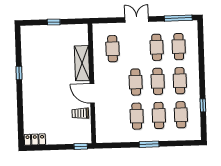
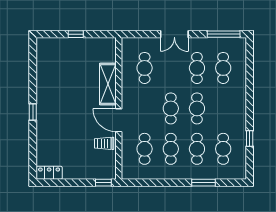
double door: (137, 19) -> (174, 34), swing flipped
window: (19, 73) -> (33, 112), moved
cafe table: (180, 81) -> (145, 149), moved
window: (149, 144) -> (204, 183), moved

